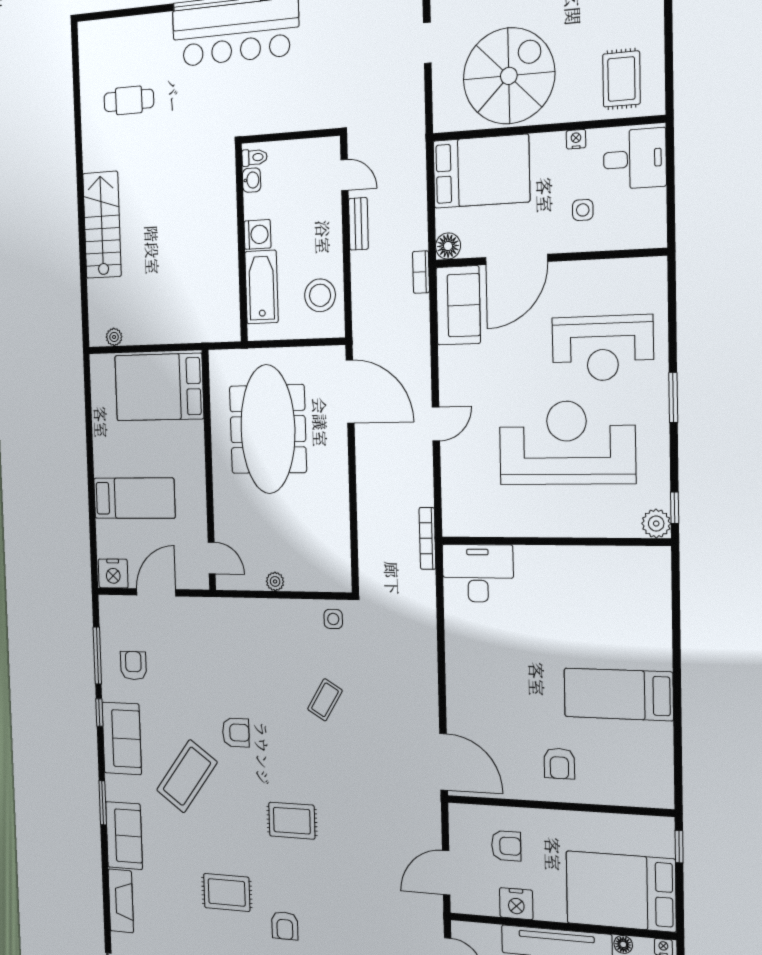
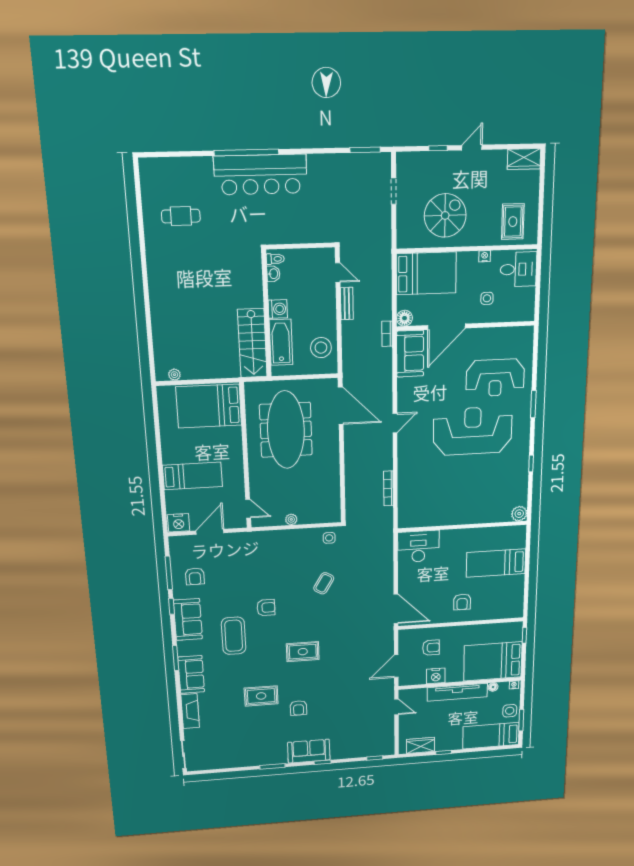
spiral stairs: (509, 76) -> (445, 215), width x0.73, depth x0.73
stairs: (102, 225) -> (252, 343), moved, turned 180
plant: (656, 524) -> (519, 514), moved
wall: (554, 541) -> (463, 527), moved
desk: (478, 573) -> (418, 547), moved
armchair: (133, 666) -> (195, 576), turned 180
coffee table: (187, 776) -> (234, 636), turned -36

